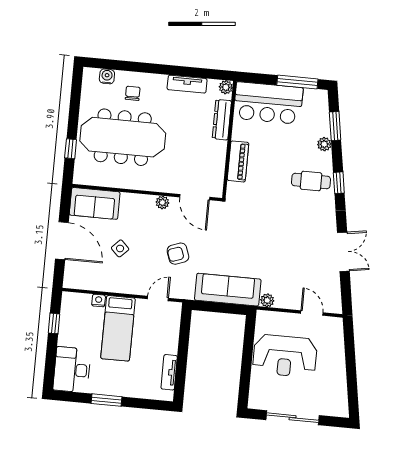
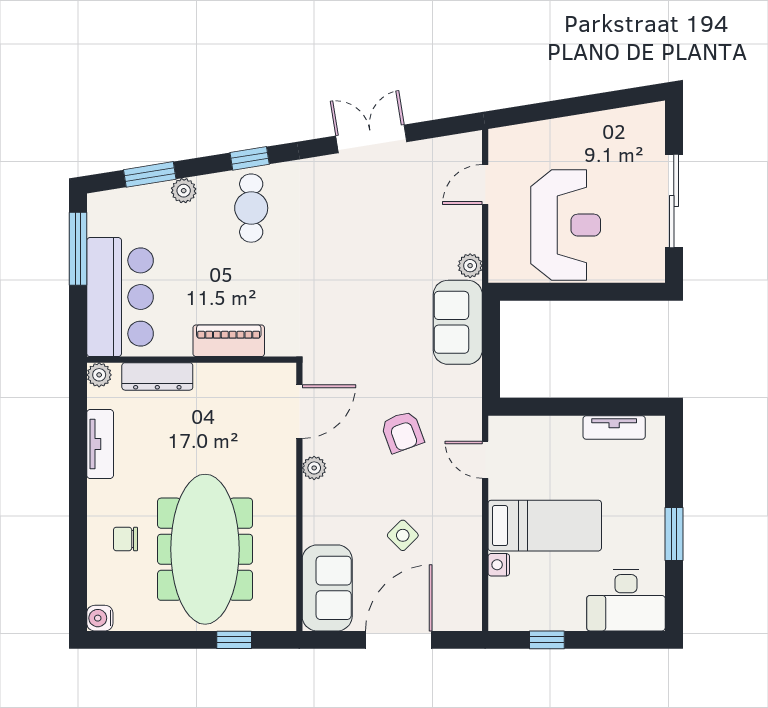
water cooler: (107, 76) -> (100, 618), moved
sofa: (228, 290) -> (458, 322), width x0.73

